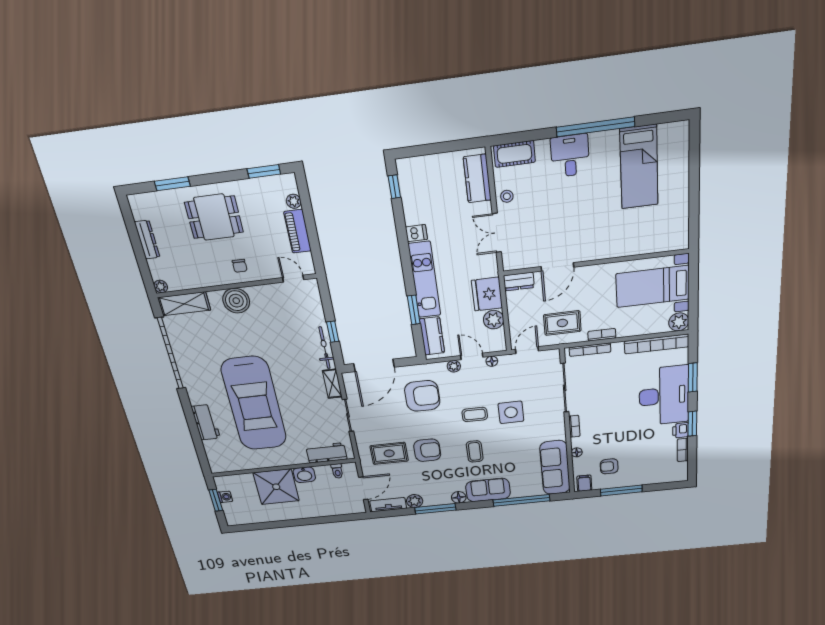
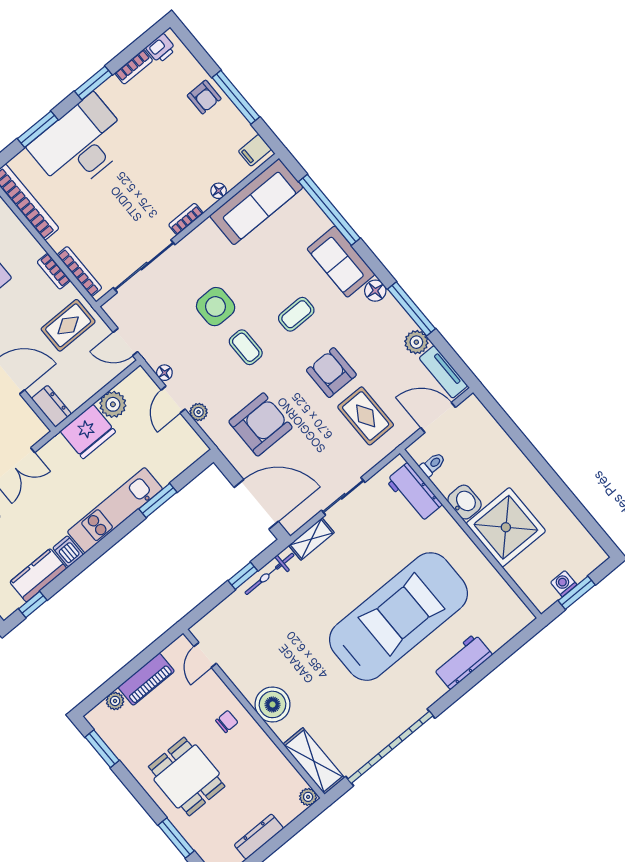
rug: (562, 323) -> (68, 325), turned 90
kitchen counter: (432, 336) -> (38, 575), moved
armchair: (422, 396) -> (260, 424), turned 90
printer: (681, 430) -> (161, 48), moved
armchair: (609, 466) -> (204, 97), moved

